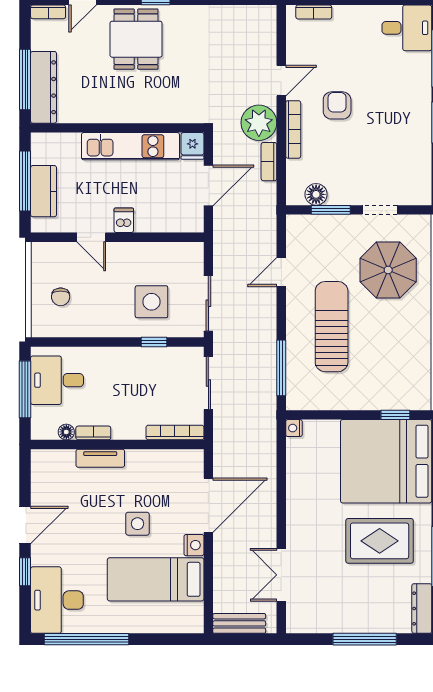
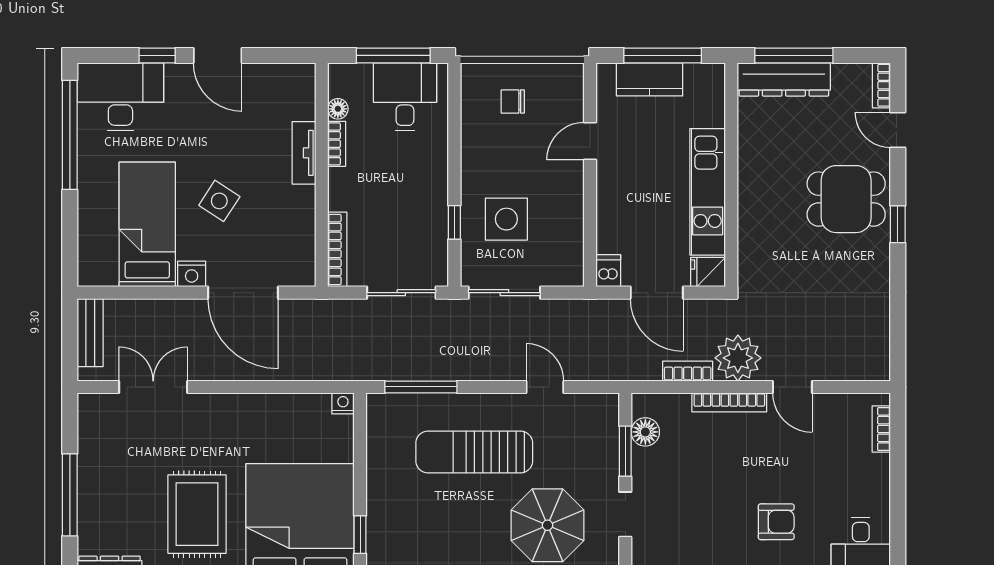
armchair: (337, 105) -> (776, 522), moved
dishwasher: (124, 220) -> (608, 271), moved, turned -90
sun lounger: (332, 327) -> (474, 452), turned 180
side table: (137, 524) -> (219, 201), turned 33

